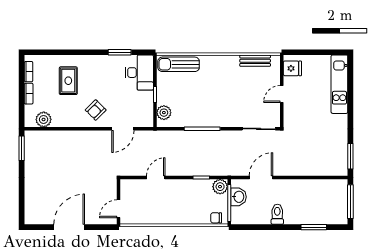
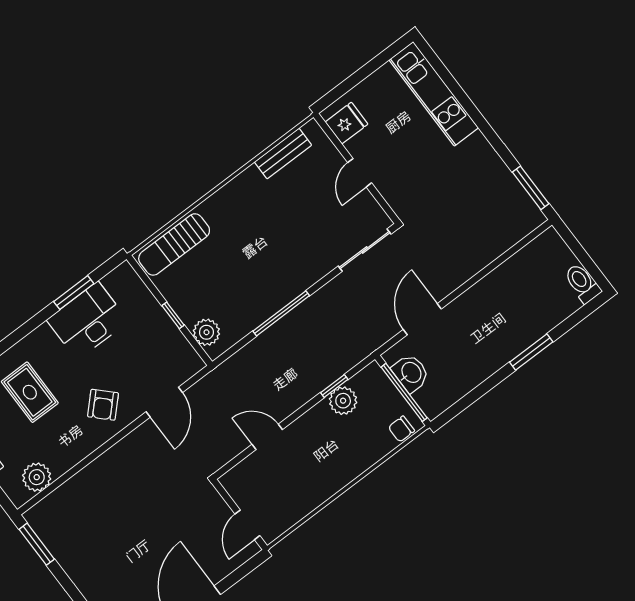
desk: (140, 73) -> (88, 321), moved, turned -90
door: (156, 177) -> (267, 437), hinge flipped
plant: (220, 187) -> (343, 401), moved
window: (350, 202) -> (581, 255), removed
toilet: (277, 214) -> (582, 283), moved
window: (314, 227) -> (531, 352), moved

